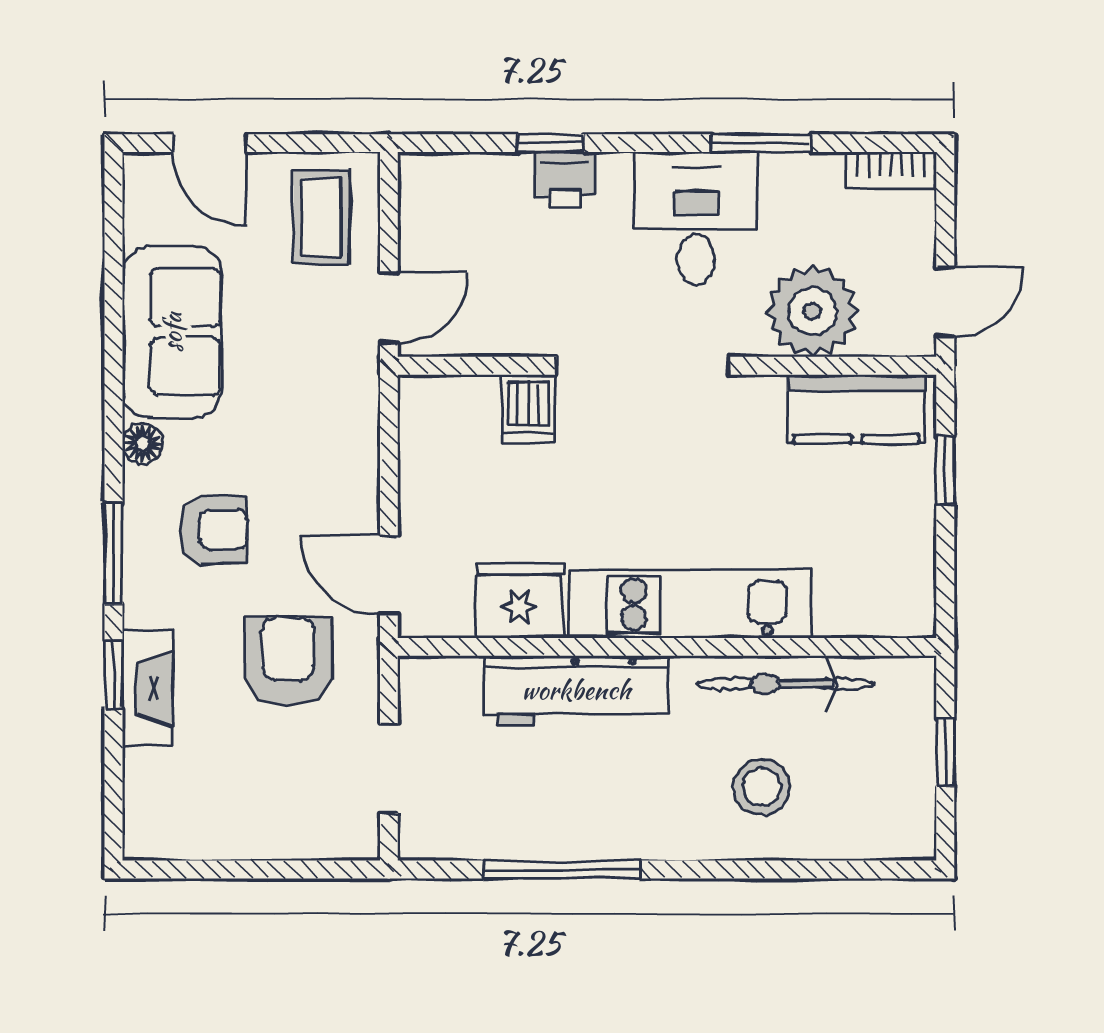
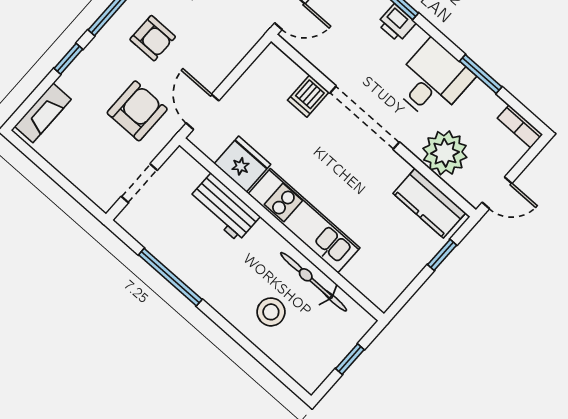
fireplace: (147, 688) -> (43, 113), moved
workbench: (576, 690) -> (224, 207), width x0.73

